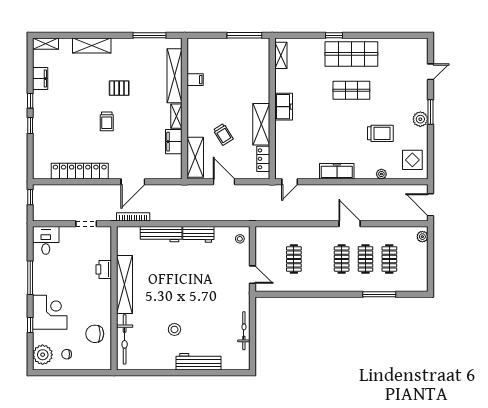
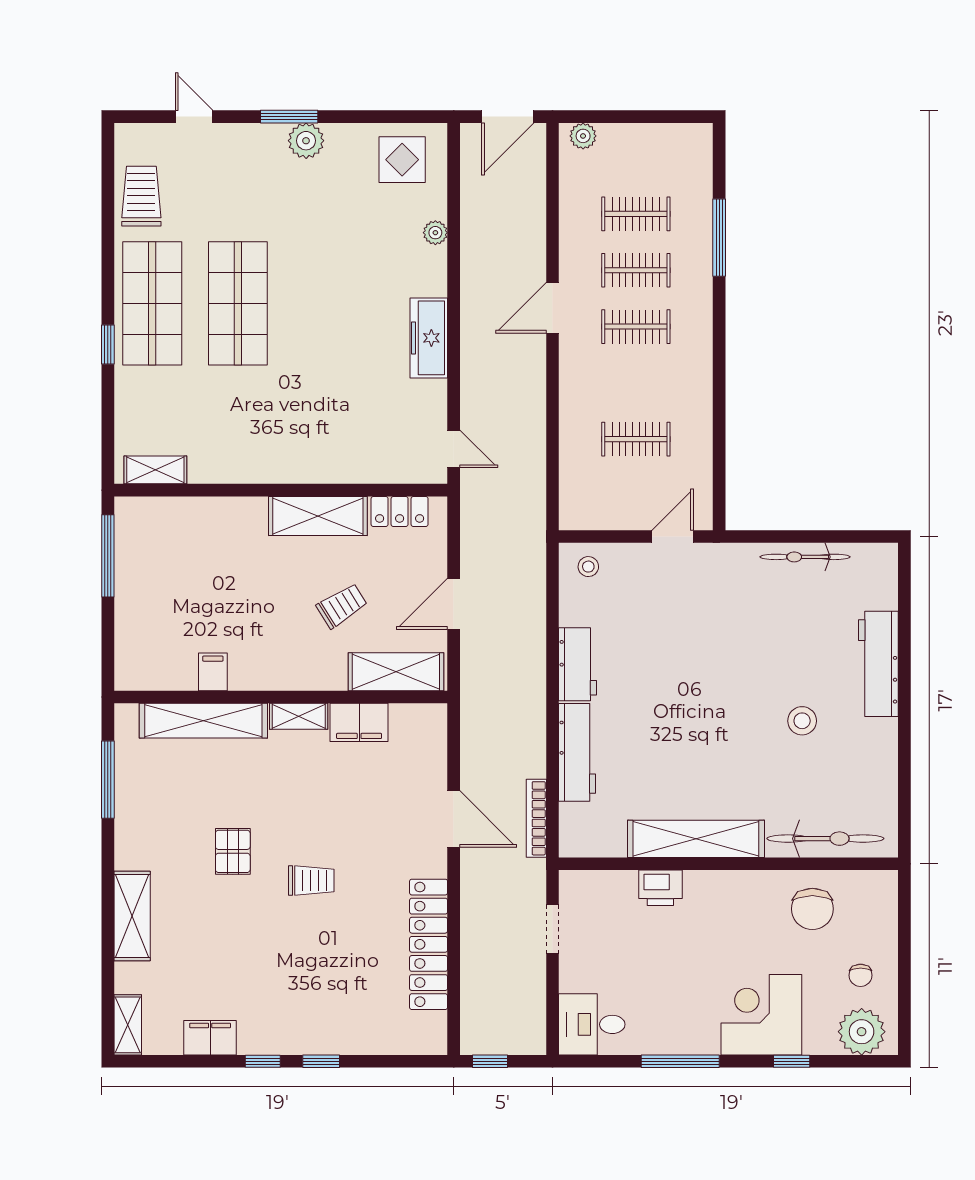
shop shelf: (351, 90) -> (238, 303), width x1.43, depth x1.36
freezer: (284, 107) -> (276, 463), removed
trolley: (380, 133) -> (141, 196), moved

